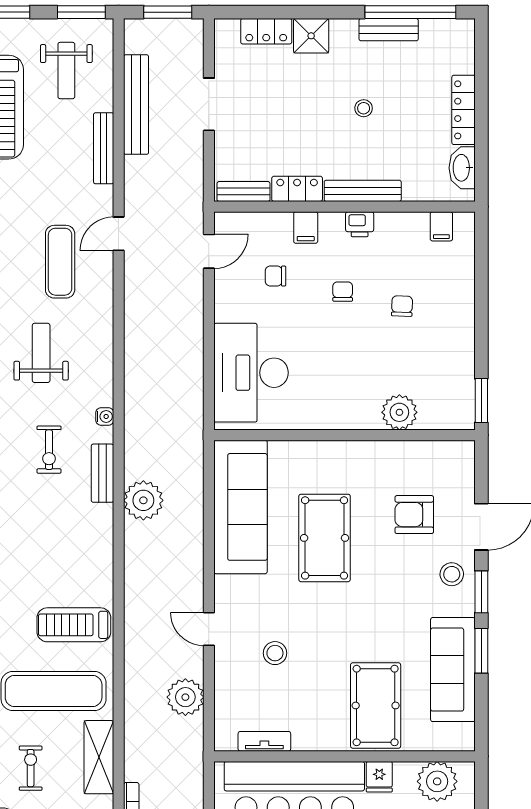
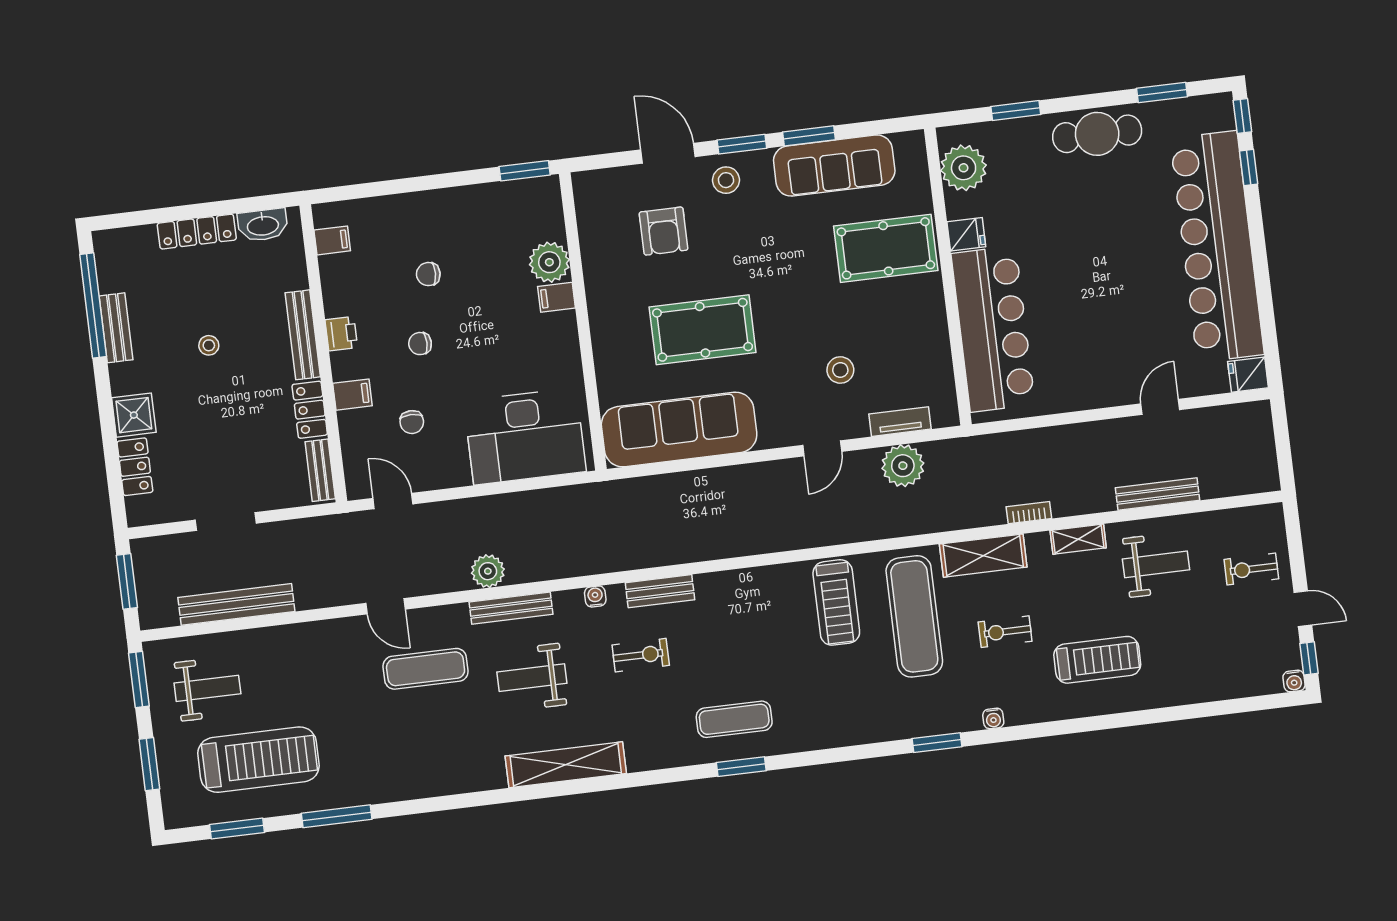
bench: (104, 148) -> (511, 608), moved
filing cabinet: (368, 415) -> (556, 297), added
plant: (143, 500) -> (488, 571), moved, width x0.73, depth x0.73
tv unit: (264, 741) -> (900, 422), moved, turned 90

